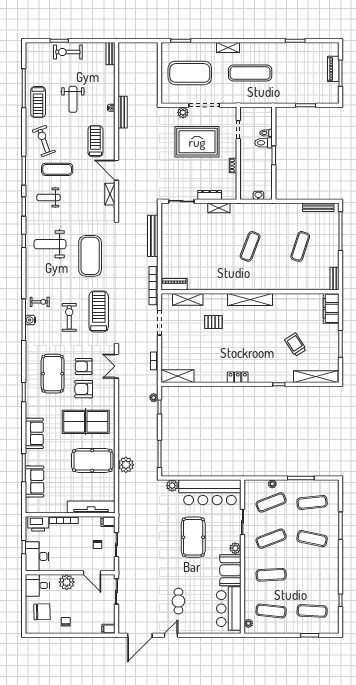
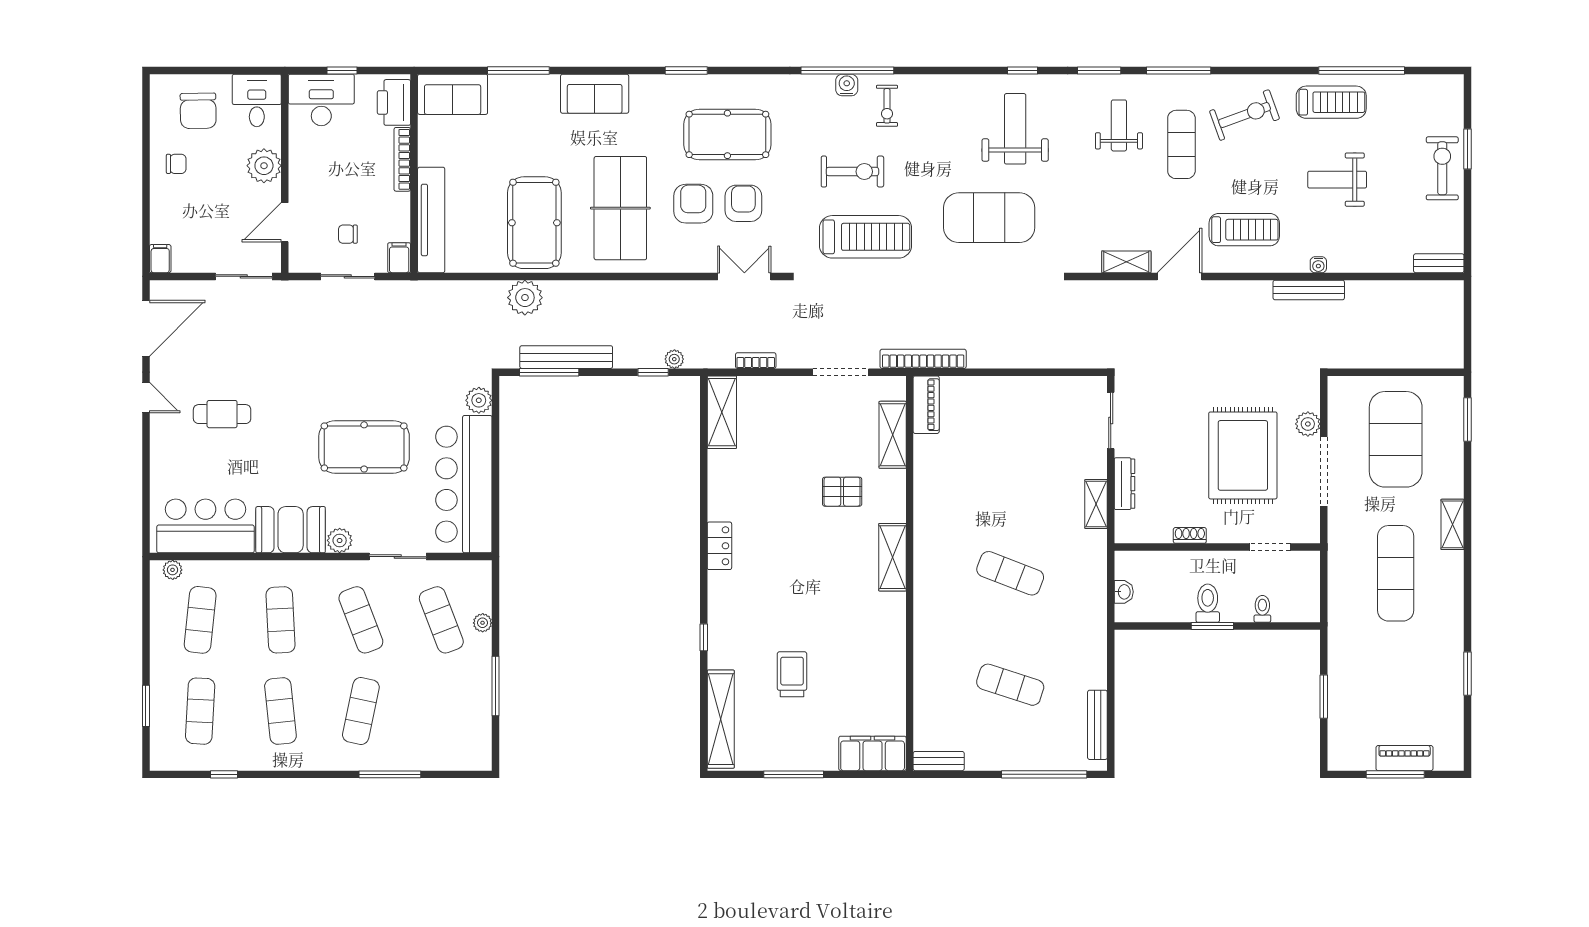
treadmill: (38, 102) -> (1331, 102), turned 180
toilet: (264, 143) -> (1208, 603), moved
bench: (153, 236) -> (566, 357), moved
shelving: (250, 299) -> (892, 557), width x0.68
pallet: (213, 322) -> (842, 492), turned 90
trolley: (295, 345) -> (792, 674), turned -57
sofa: (35, 482) -> (453, 94), moved
exercise mat: (312, 502) -> (280, 711), moved
door: (140, 635) -> (146, 328), swing flipped

